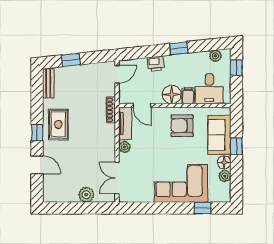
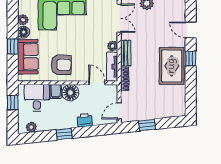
window: (71, 60) -> (147, 125), moved
window: (236, 68) -> (13, 103), moved
bench: (48, 83) -> (126, 53), moved
rug: (58, 124) -> (172, 66), width x1.36, depth x1.43

